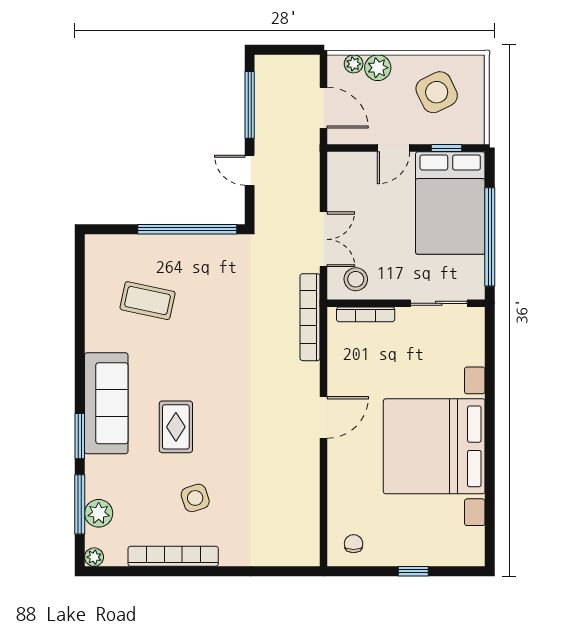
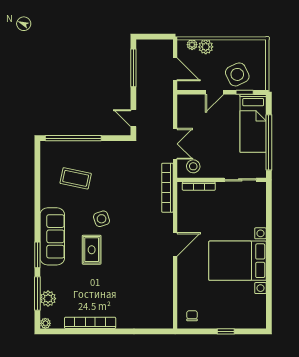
side table: (437, 92) -> (237, 74), moved
door: (250, 170) -> (133, 118), moved
bed: (450, 203) -> (253, 123), width x0.67
window: (187, 229) -> (73, 138), moved
bed with nightstands: (434, 446) -> (238, 261), width x0.73
side table: (195, 498) -> (102, 219), moved

